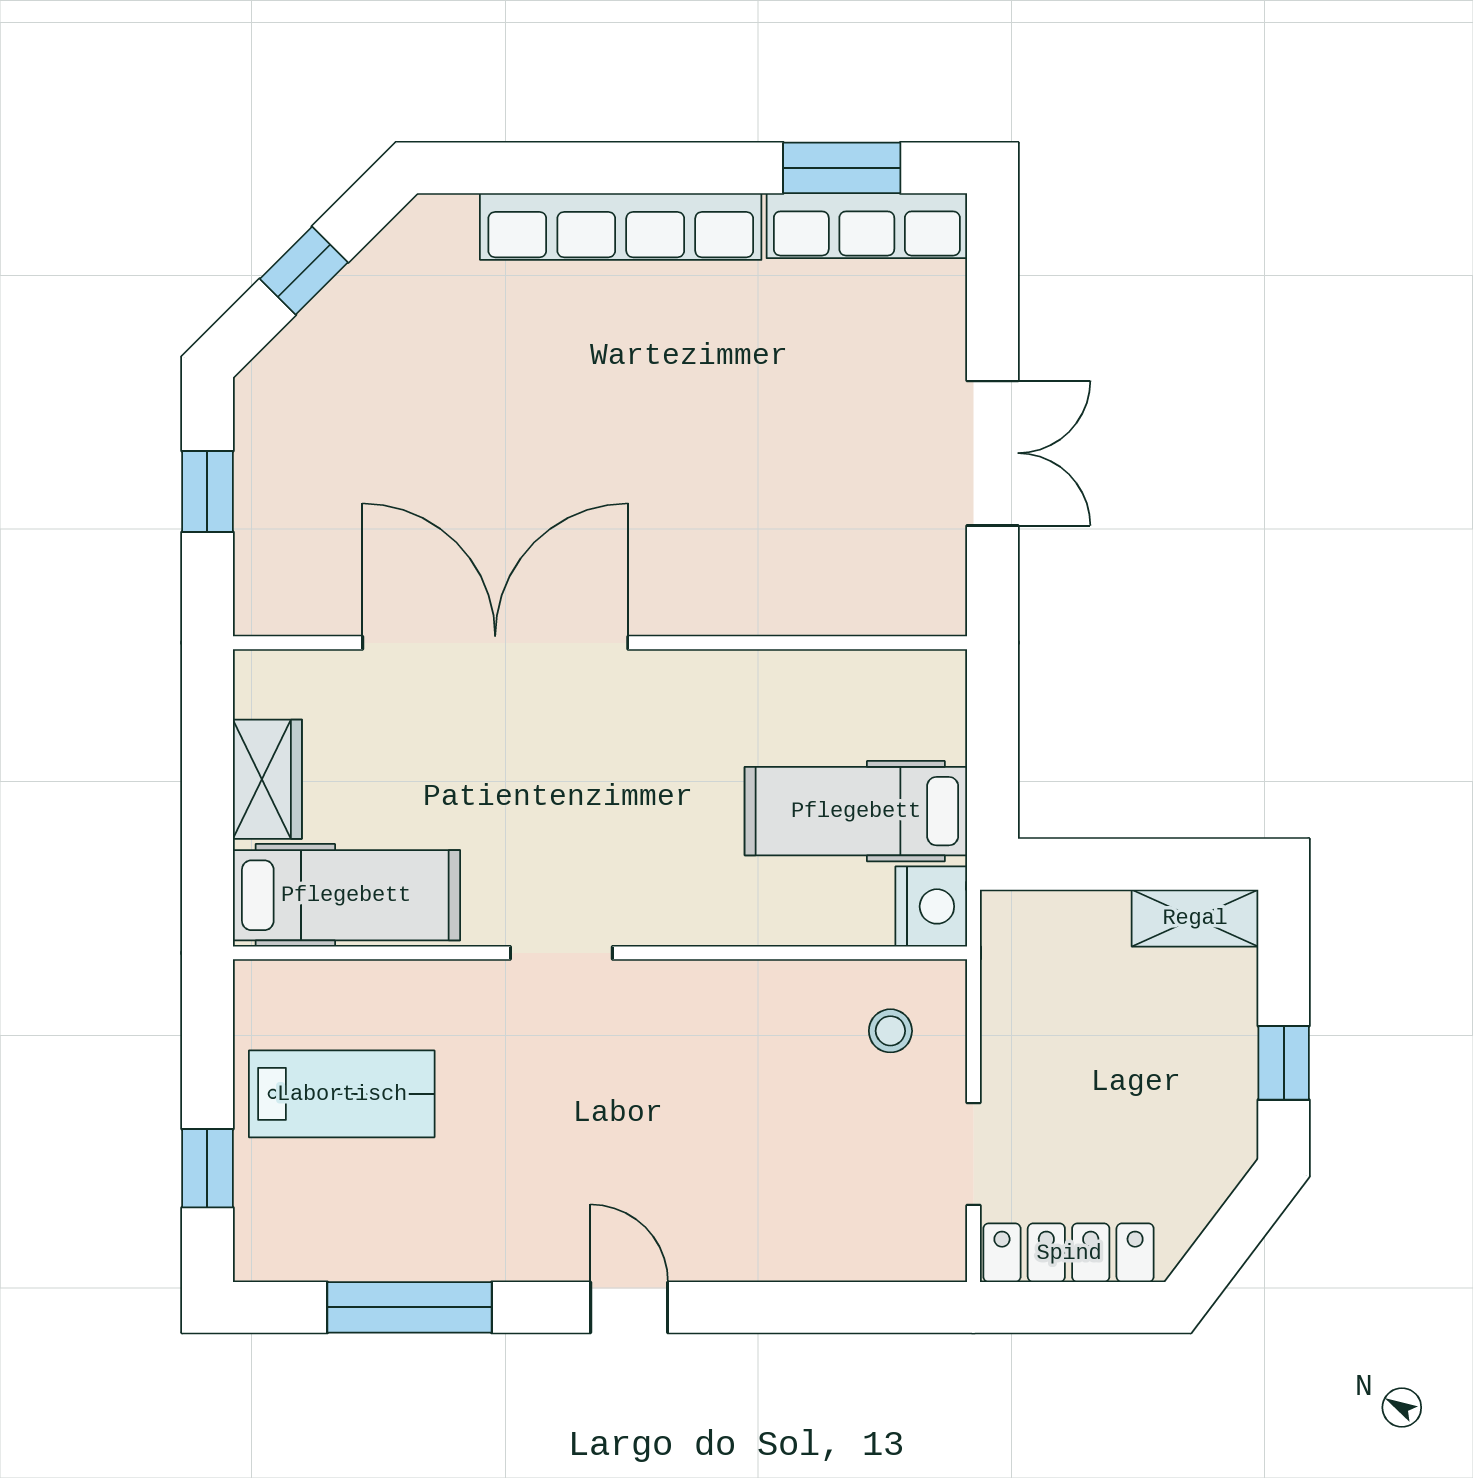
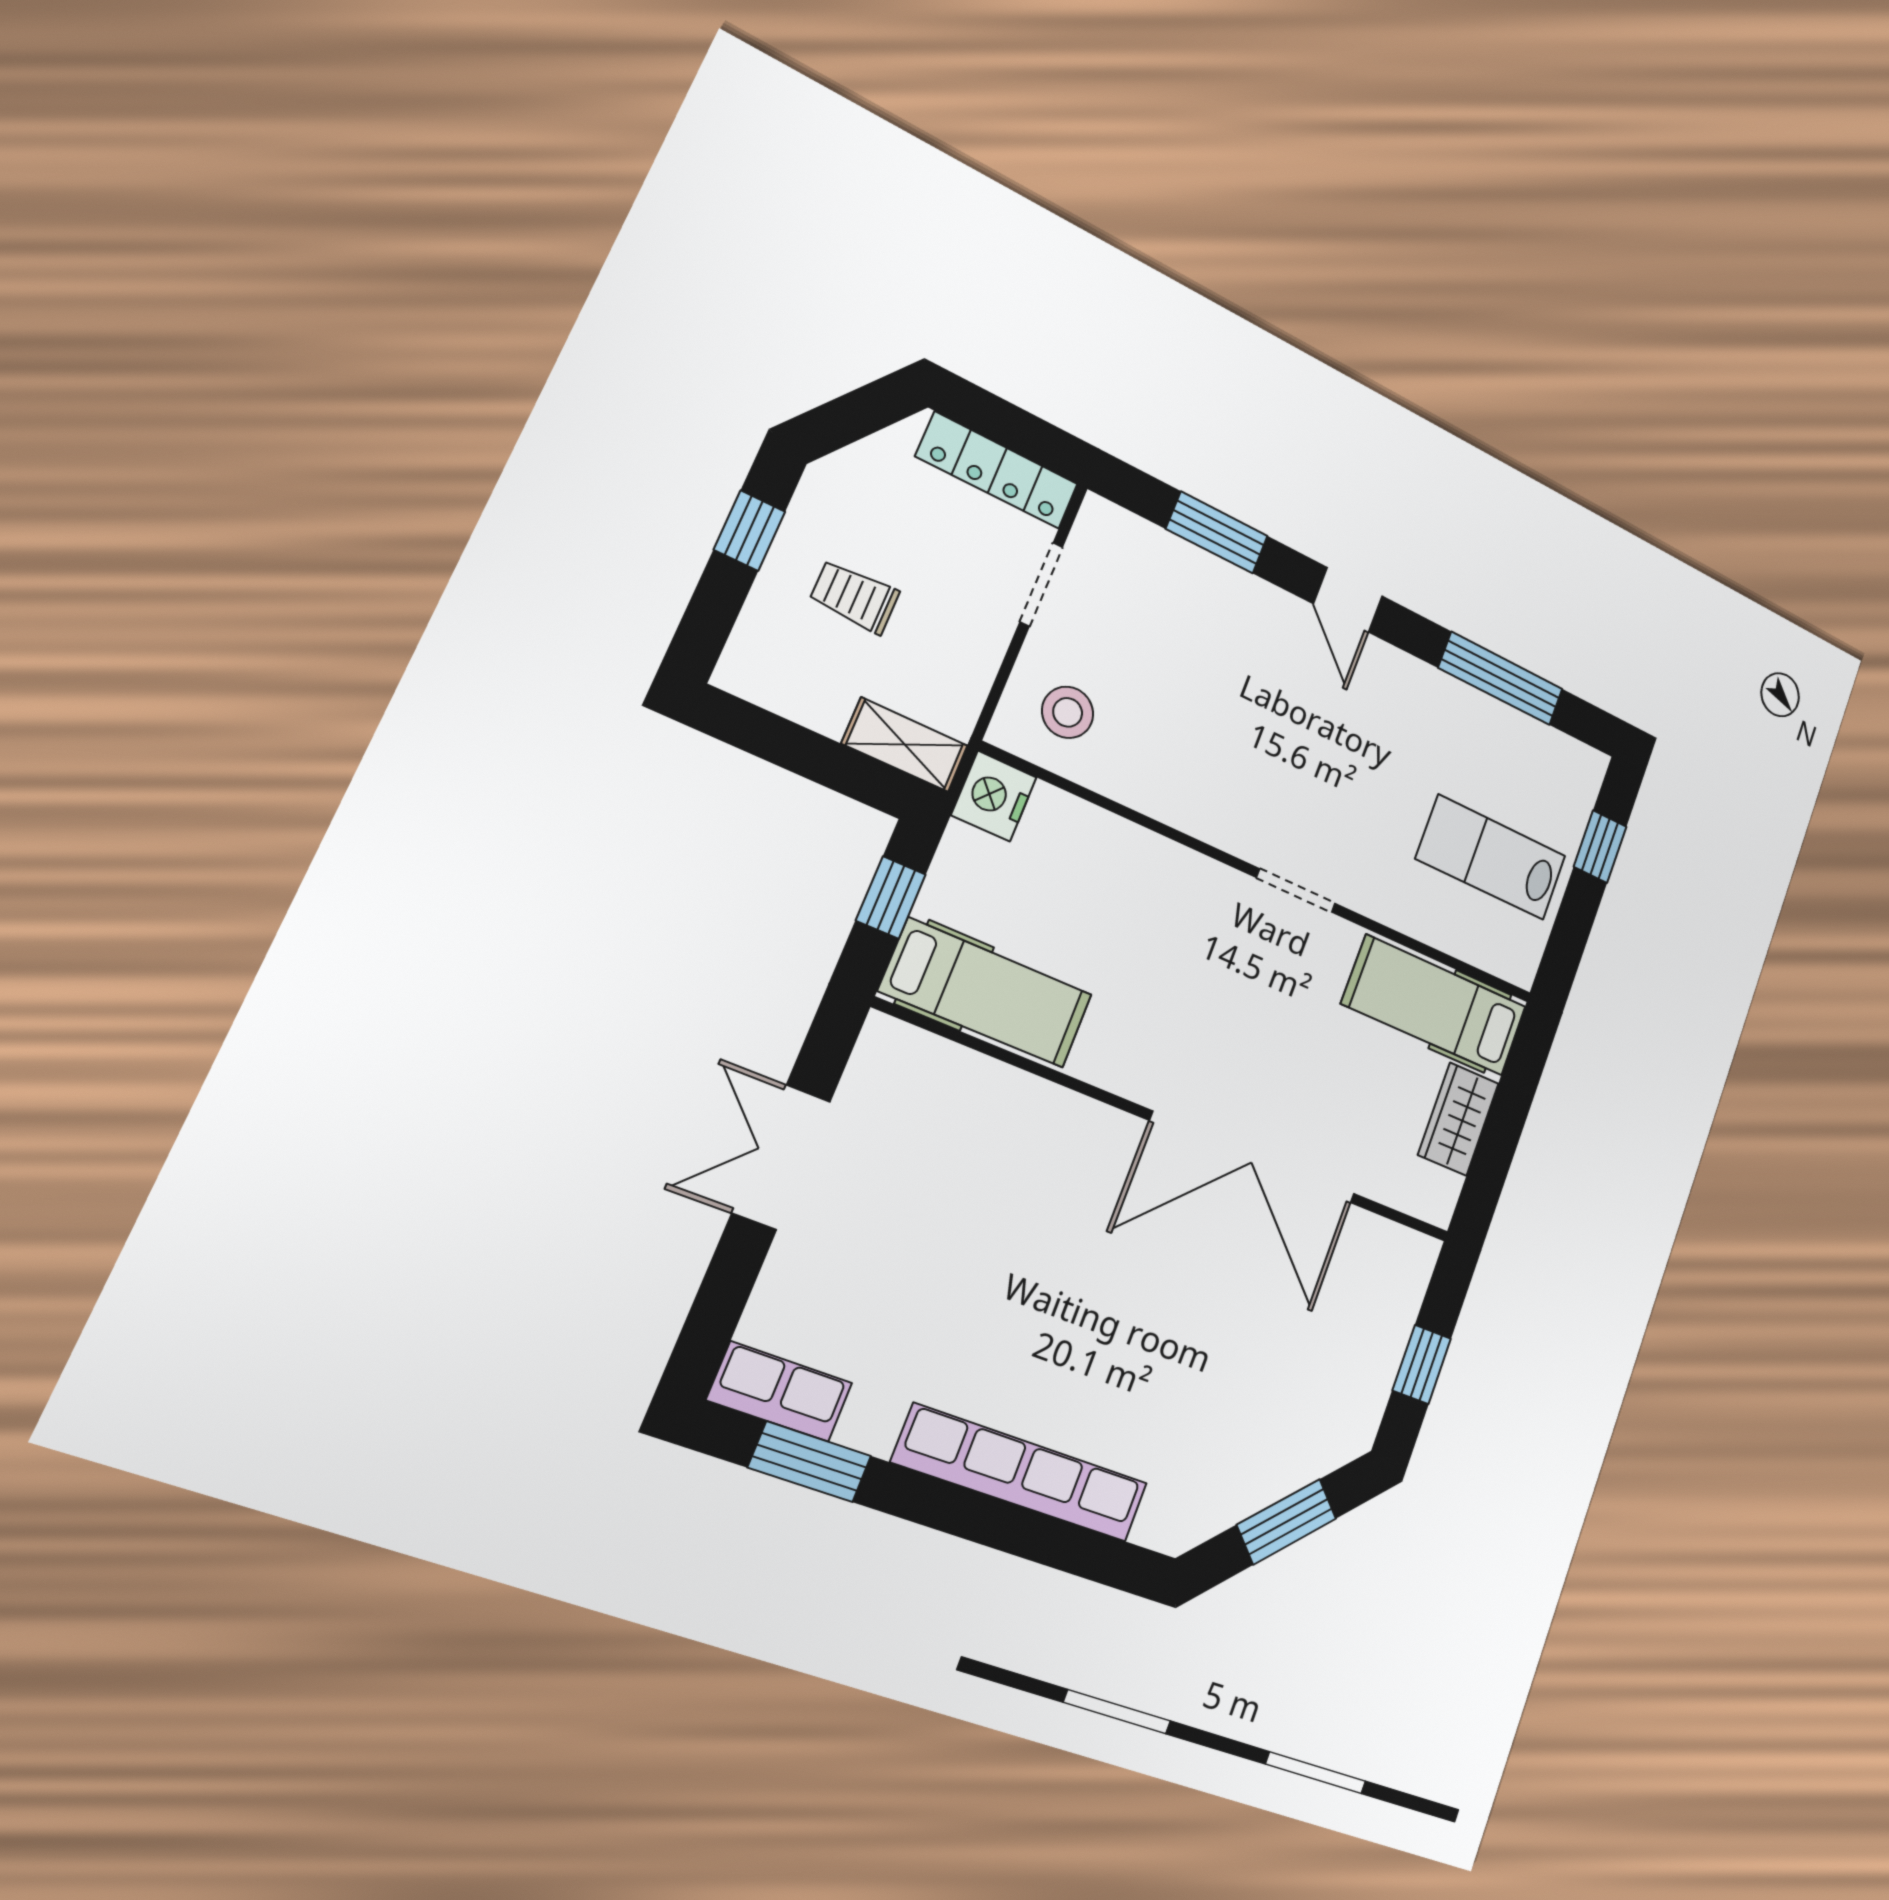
row of seats: (867, 226) -> (780, 1391), width x0.68
window: (304, 271) -> (1287, 1522), width x1.50
window: (992, 756) -> (891, 897), added
hospital bed: (856, 811) -> (986, 993), moved
shelving: (1195, 918) -> (905, 745), moved
stool: (890, 1031) -> (1068, 712), width x1.37, depth x1.37
trolley: (1155, 1046) -> (855, 597), added
window: (808, 1307) -> (1217, 532), added

